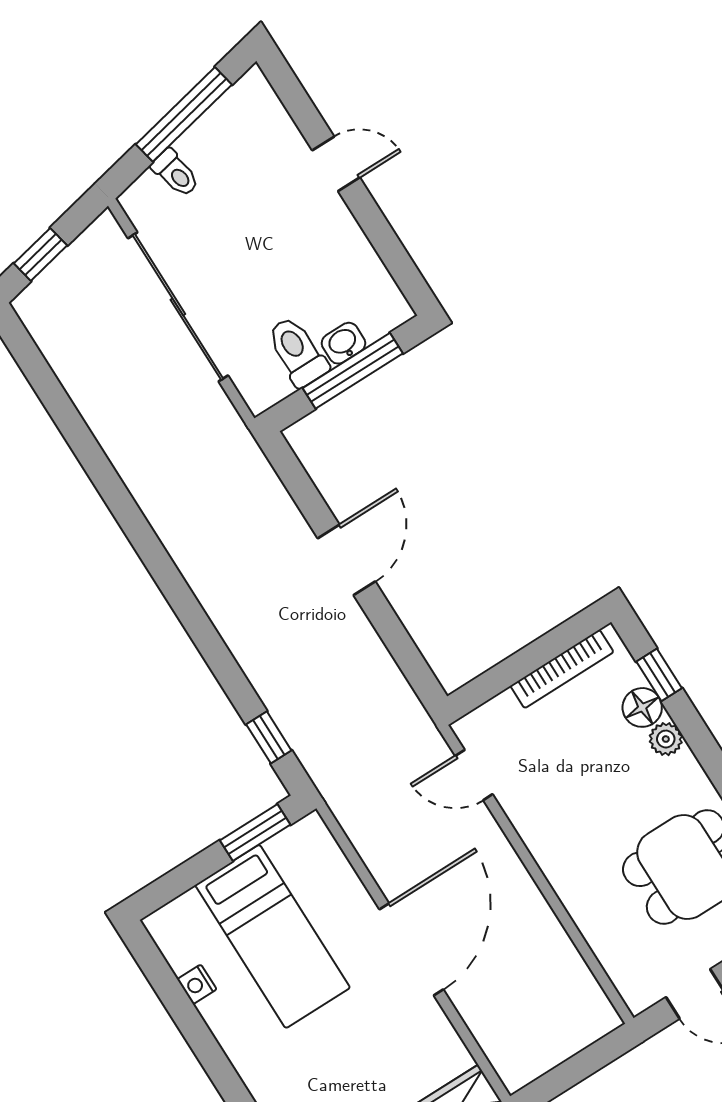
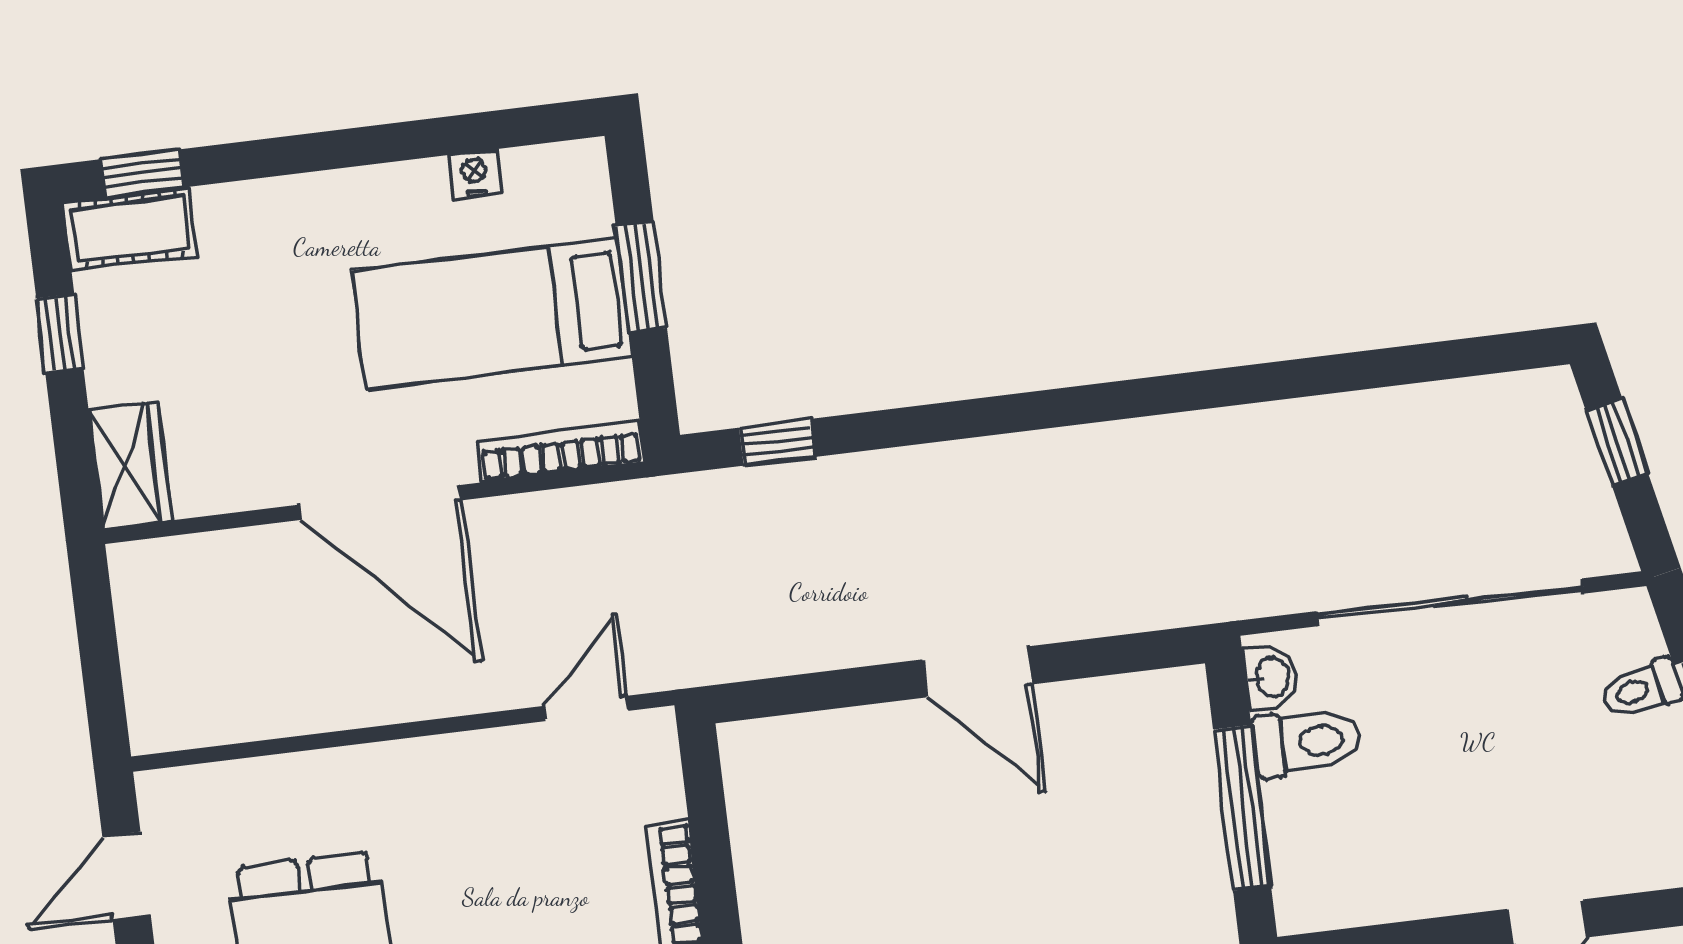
washbasin: (343, 343) -> (1271, 677), moved
window: (255, 833) -> (641, 277), moved
bookcase: (333, 859) -> (561, 451), added

